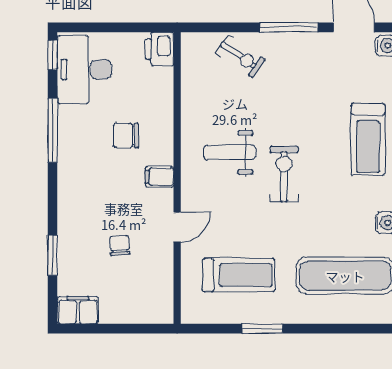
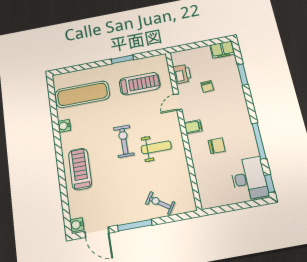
printer: (159, 49) -> (182, 74), moved
exercise bike: (284, 174) -> (124, 141), turned 180
treadmill: (239, 275) -> (140, 84), turned 180

